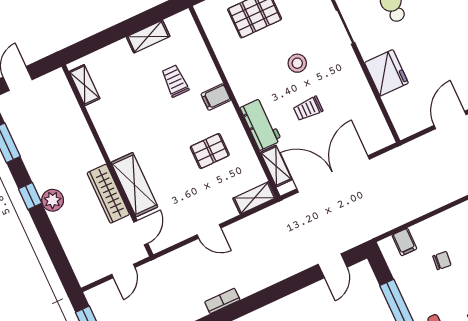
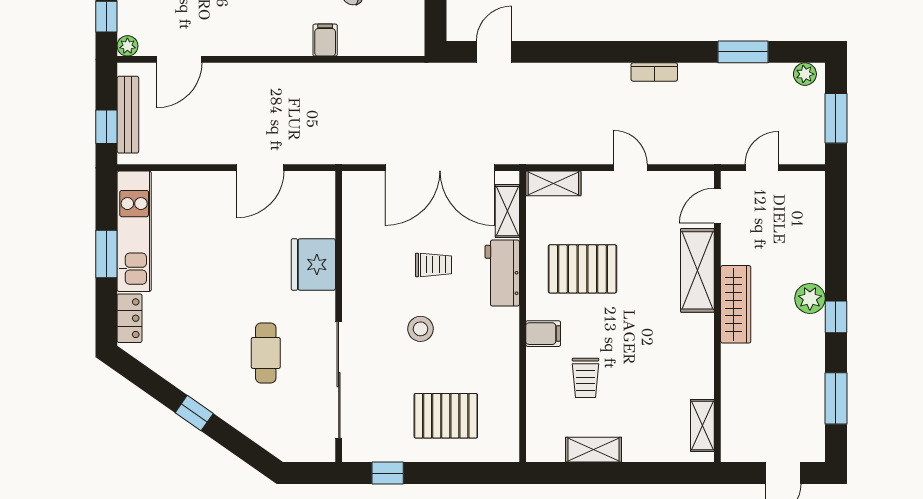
pallet: (210, 151) -> (582, 269), width x1.50, depth x1.42
wardrobe: (108, 194) -> (736, 304), moved
filing cabinet: (404, 242) -> (325, 40), moved

